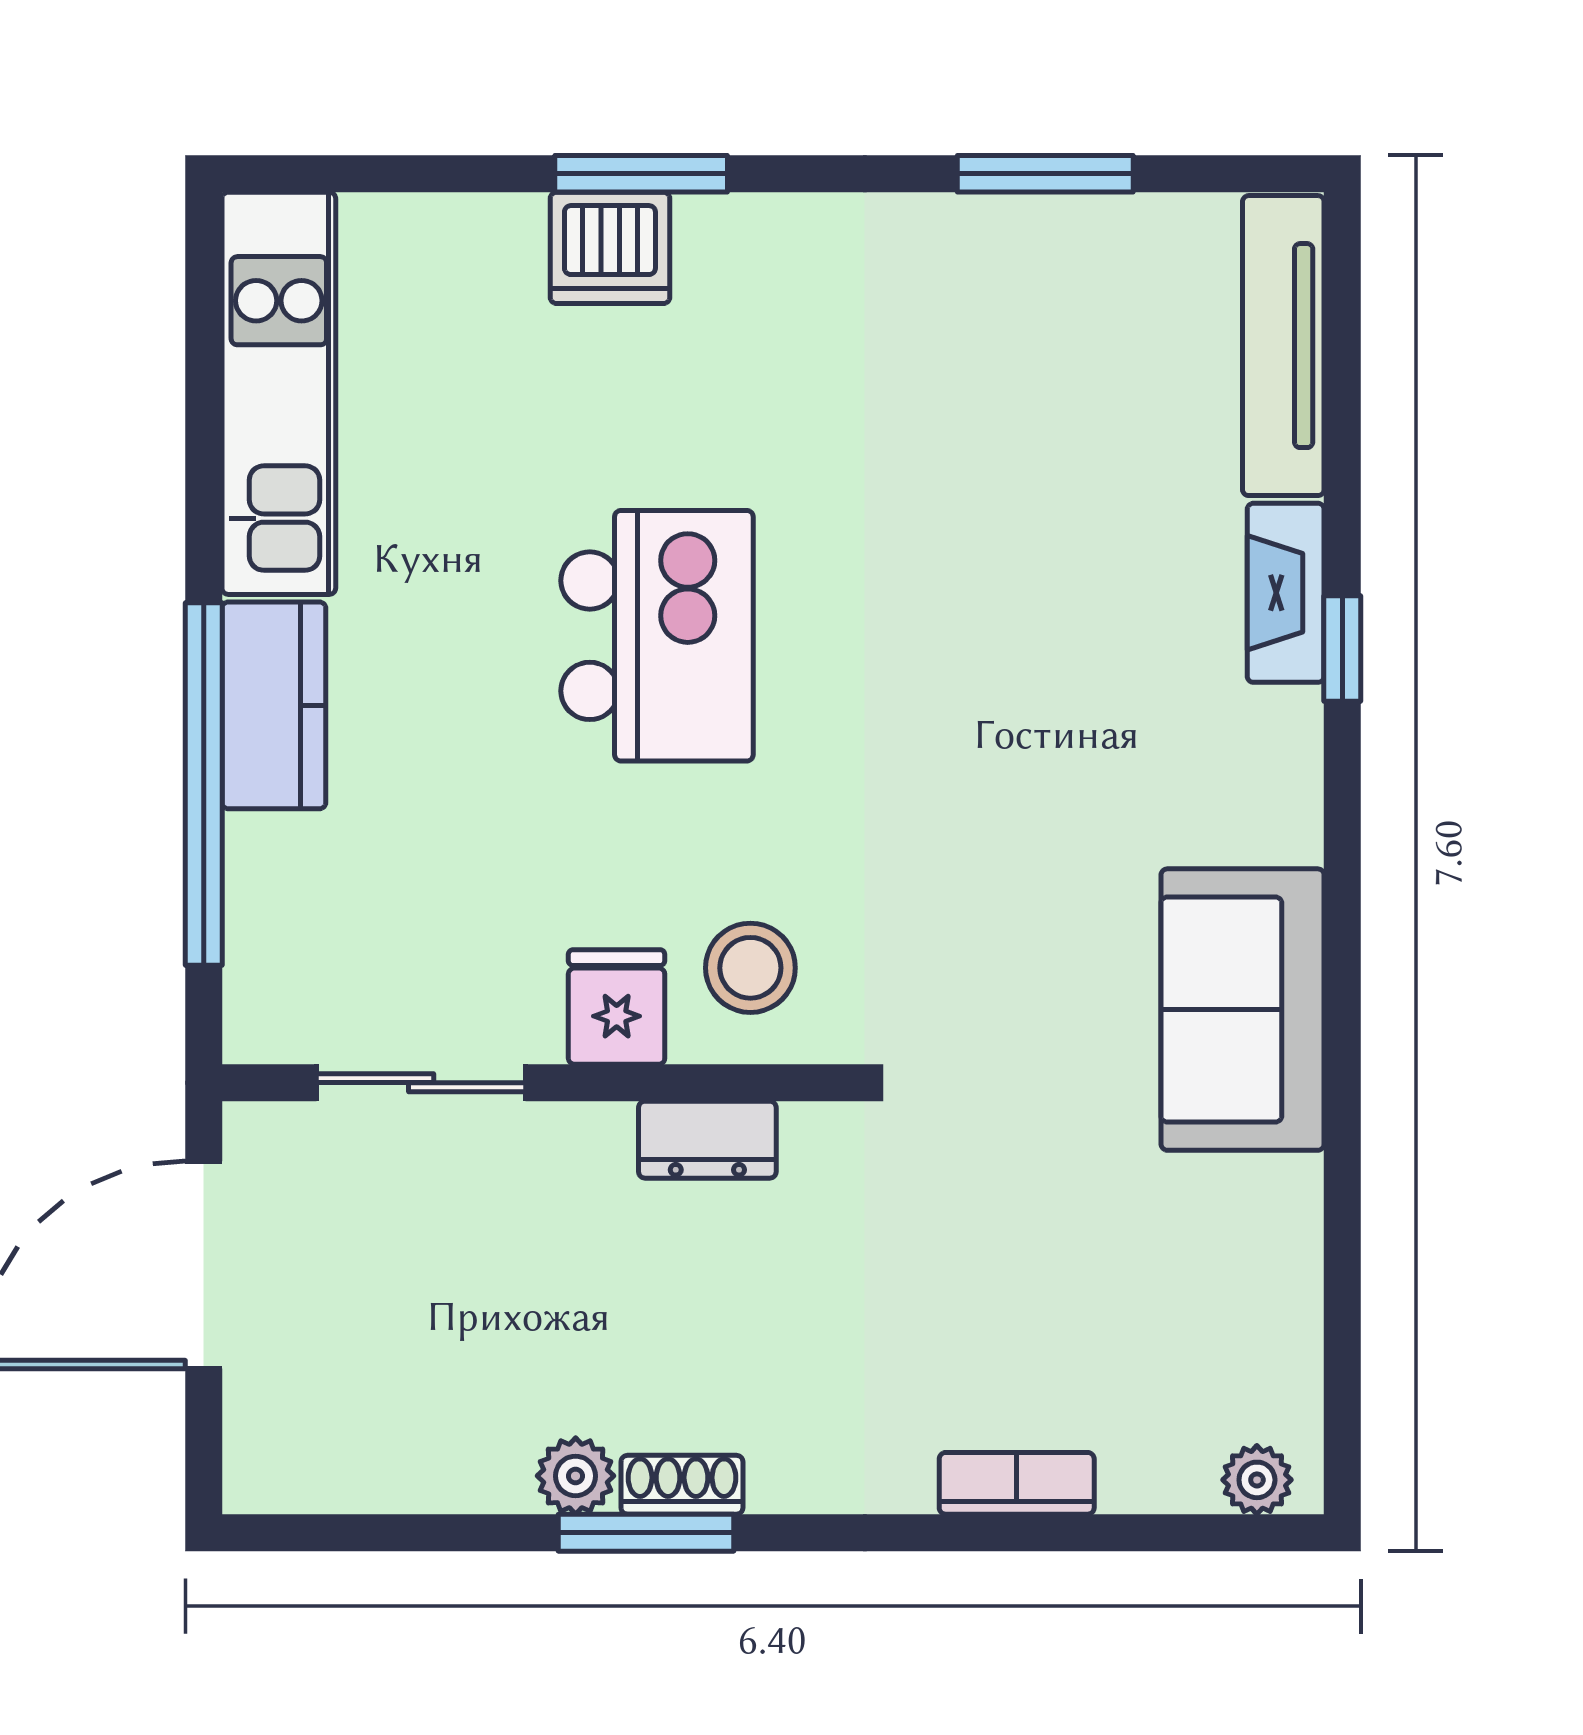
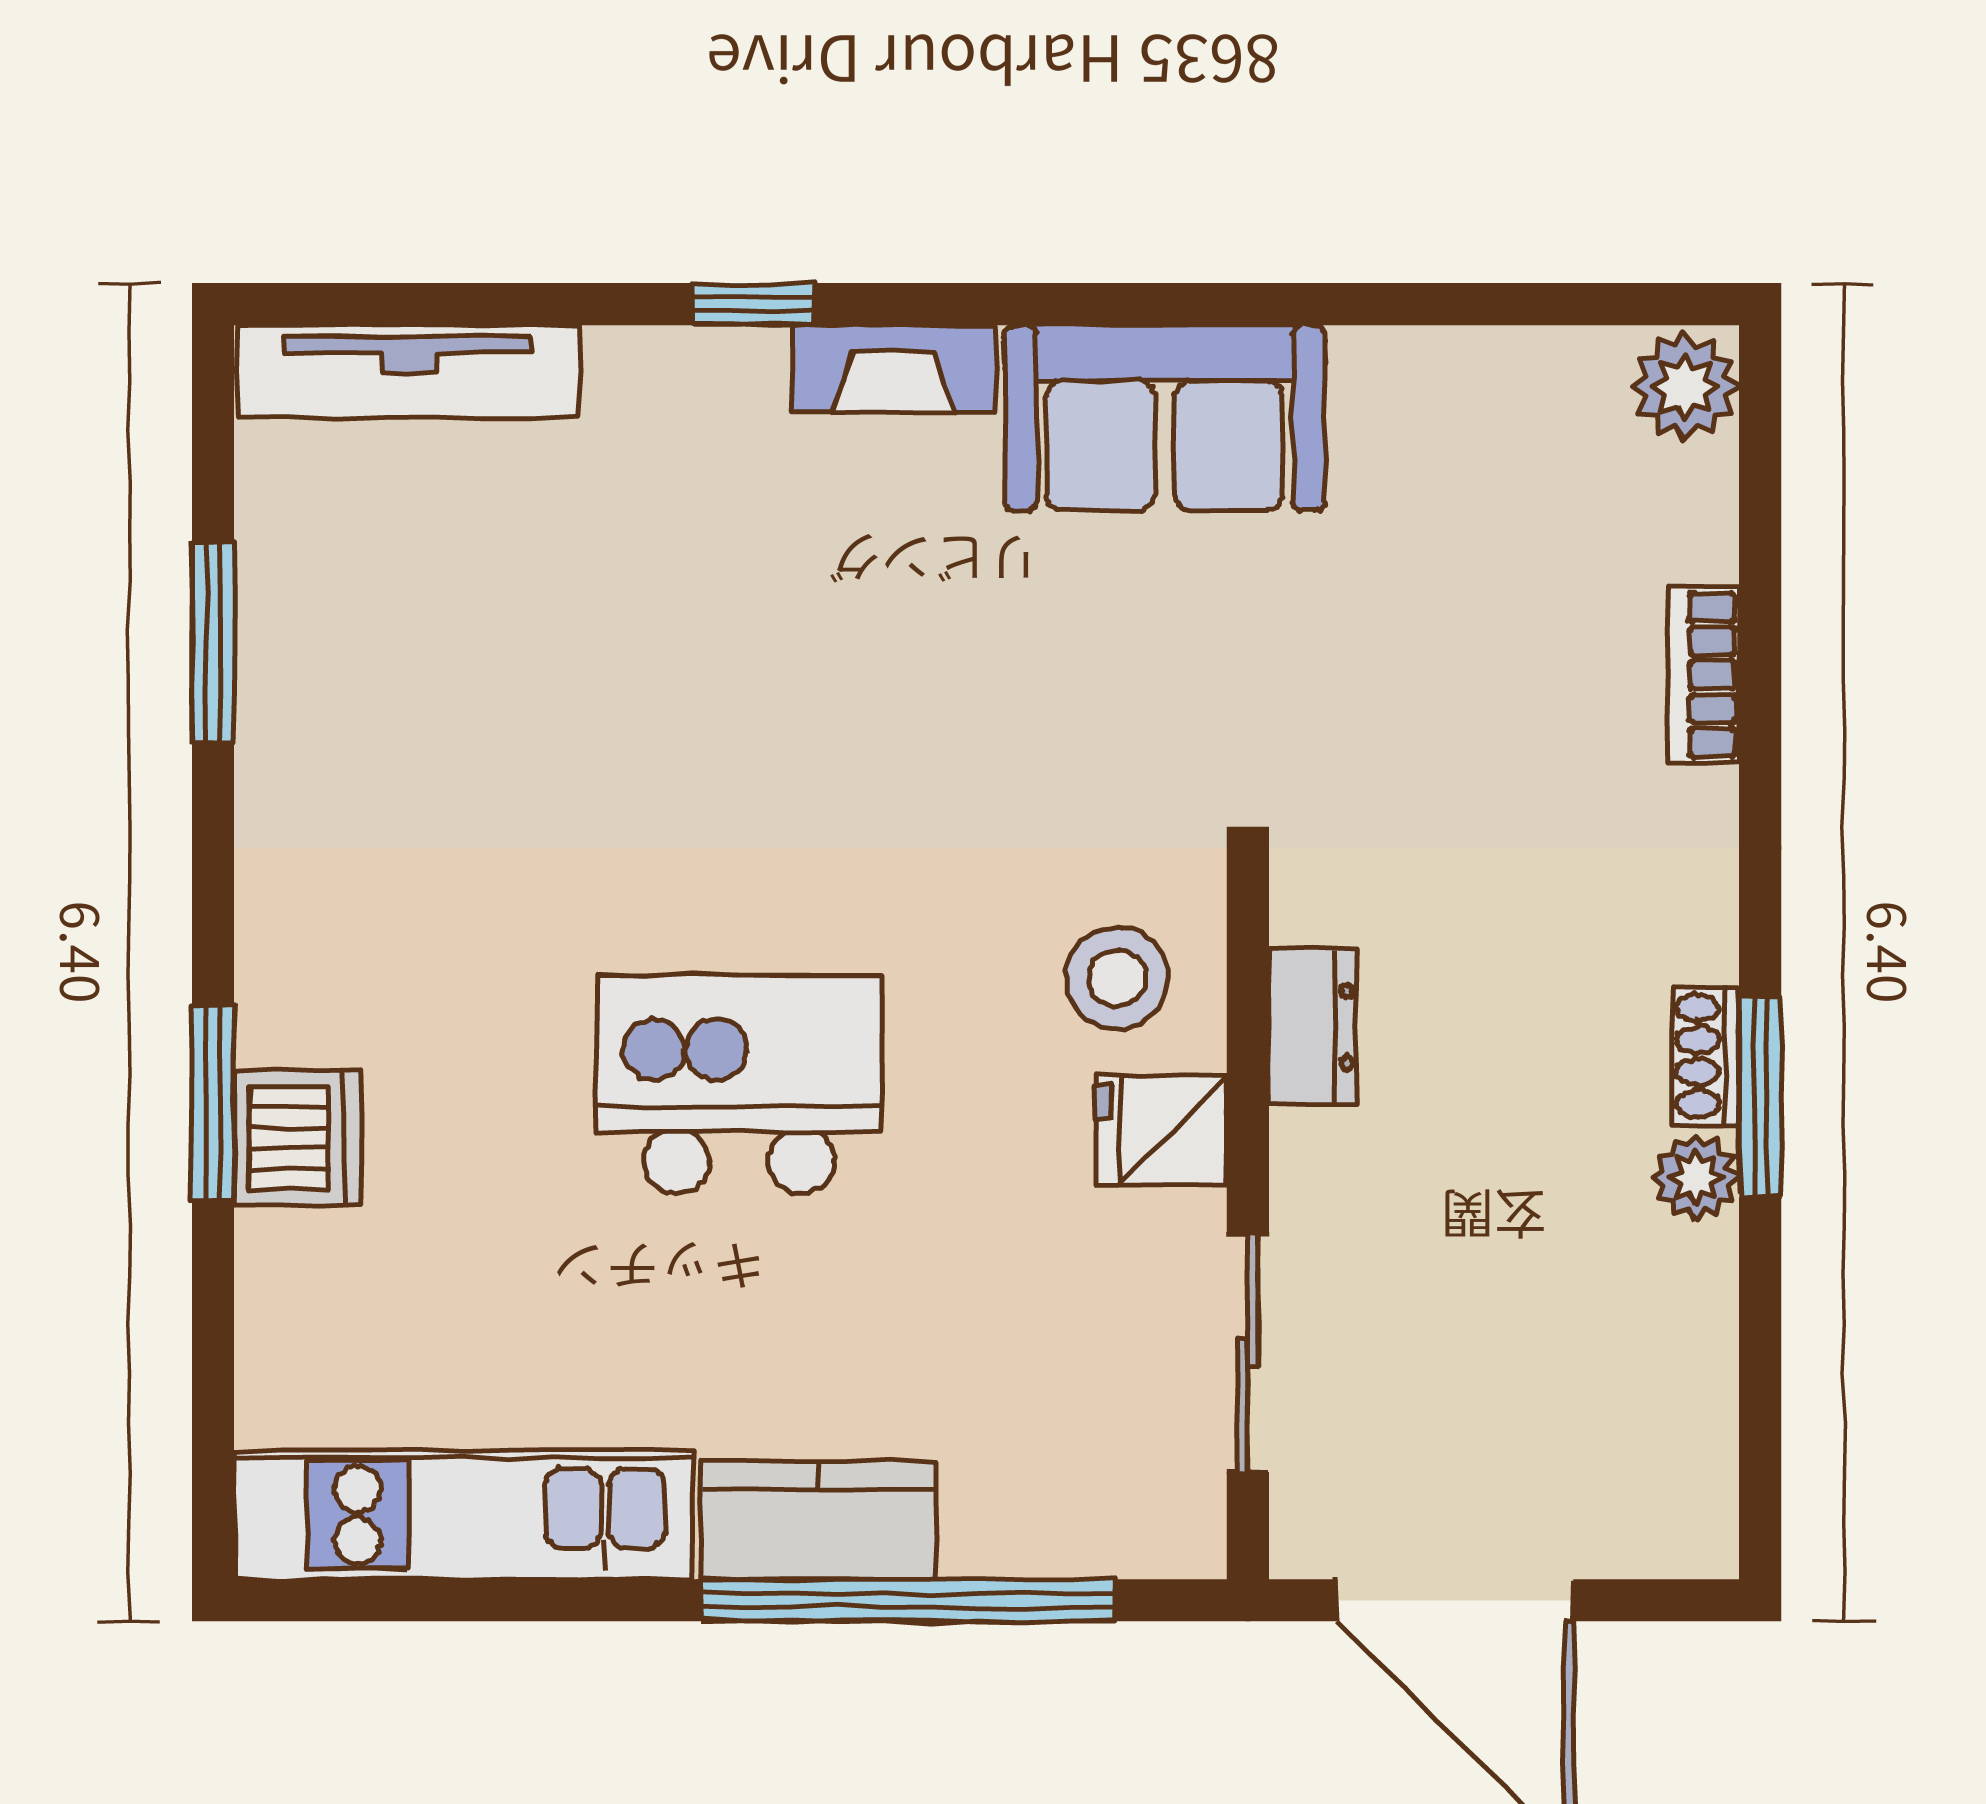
fireplace: (1286, 593) -> (894, 369), moved
plant: (1257, 1480) -> (1685, 387), width x1.38, depth x1.38

